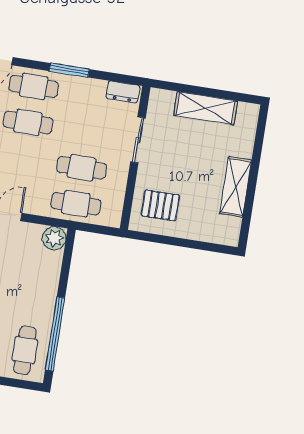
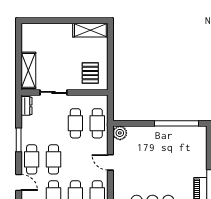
shelving: (206, 108) -> (28, 70), moved
shelving: (236, 187) -> (90, 30), moved
cafe table: (25, 350) -> (189, 140), removed

